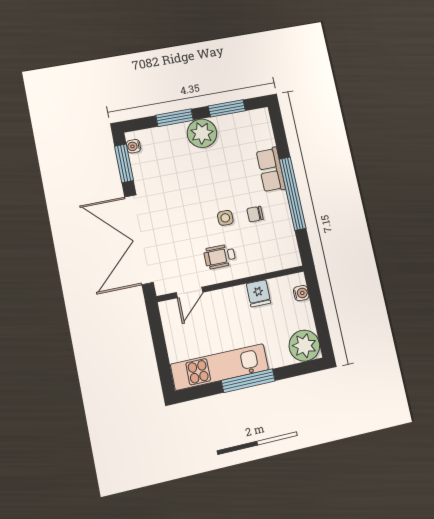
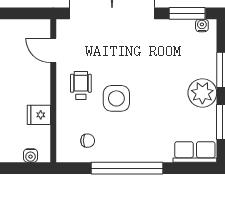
row of seats: (271, 170) -> (195, 152), moved
chair: (255, 214) -> (88, 141), moved, turned 90
side table: (225, 218) -> (116, 98), width x1.87, depth x1.87

